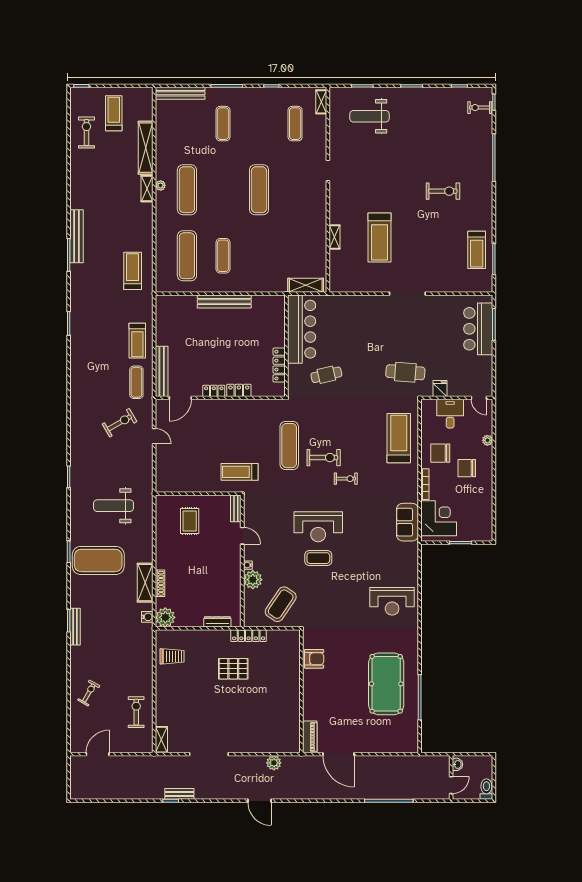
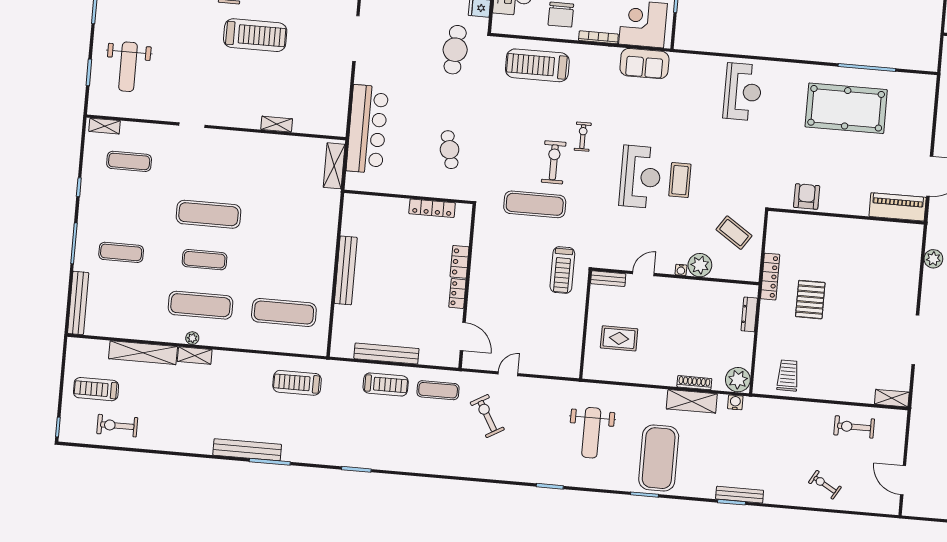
treadmill: (379, 238) -> (255, 35), moved
exercise mat: (223, 256) -> (205, 260), moved
bar counter: (302, 329) -> (367, 129), moved, turned 90
bench: (162, 371) -> (386, 354), moved
coffee table: (281, 604) -> (734, 233), width x0.73, depth x0.76
piano: (310, 737) -> (898, 207), width x1.37, depth x1.33

